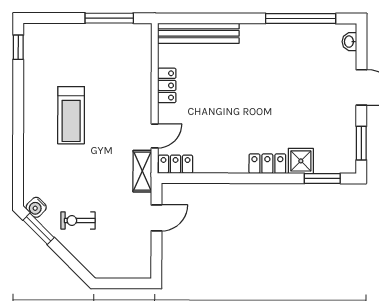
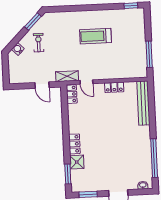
water cooler: (36, 207) -> (18, 49), moved

